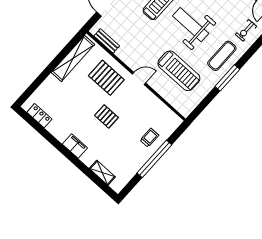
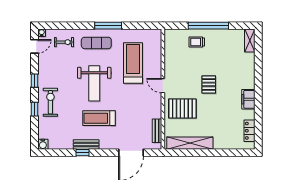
pallet: (106, 78) -> (182, 108), turned 90
filing cabinet: (75, 146) -> (248, 99), moved
shelving: (102, 173) -> (250, 40), moved

